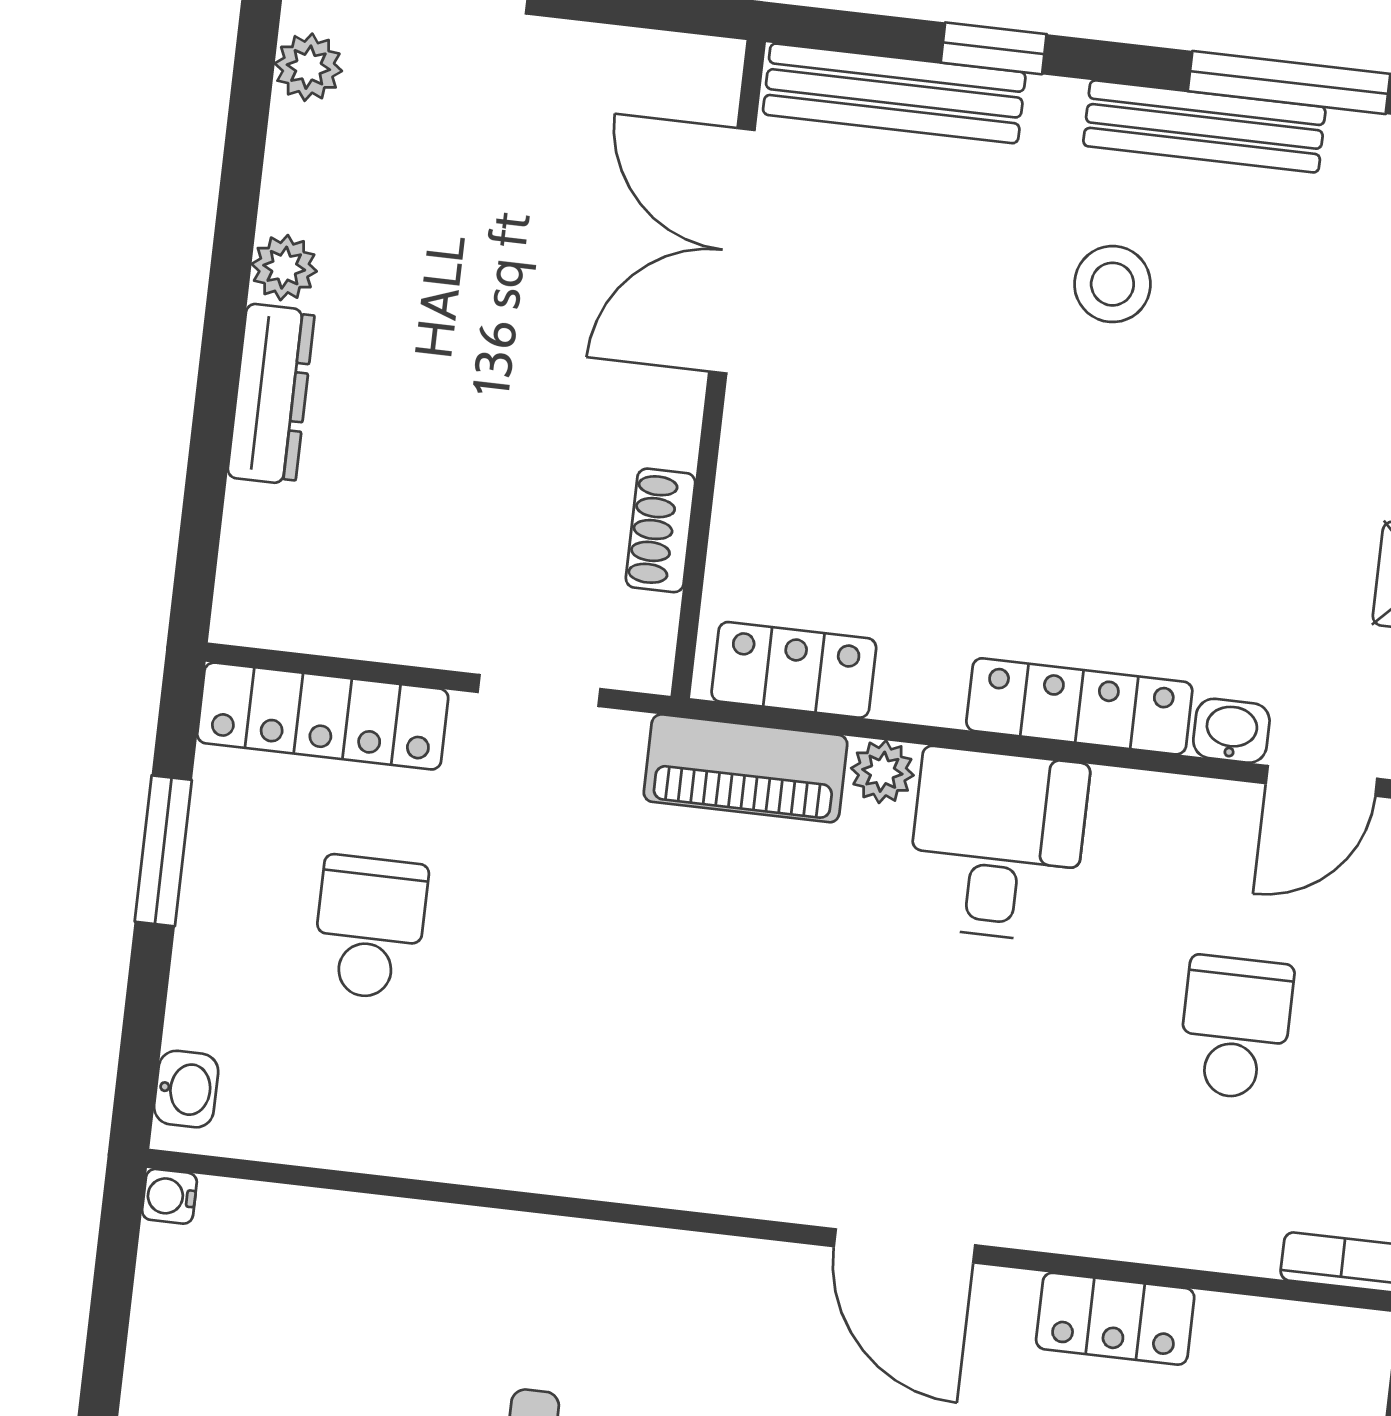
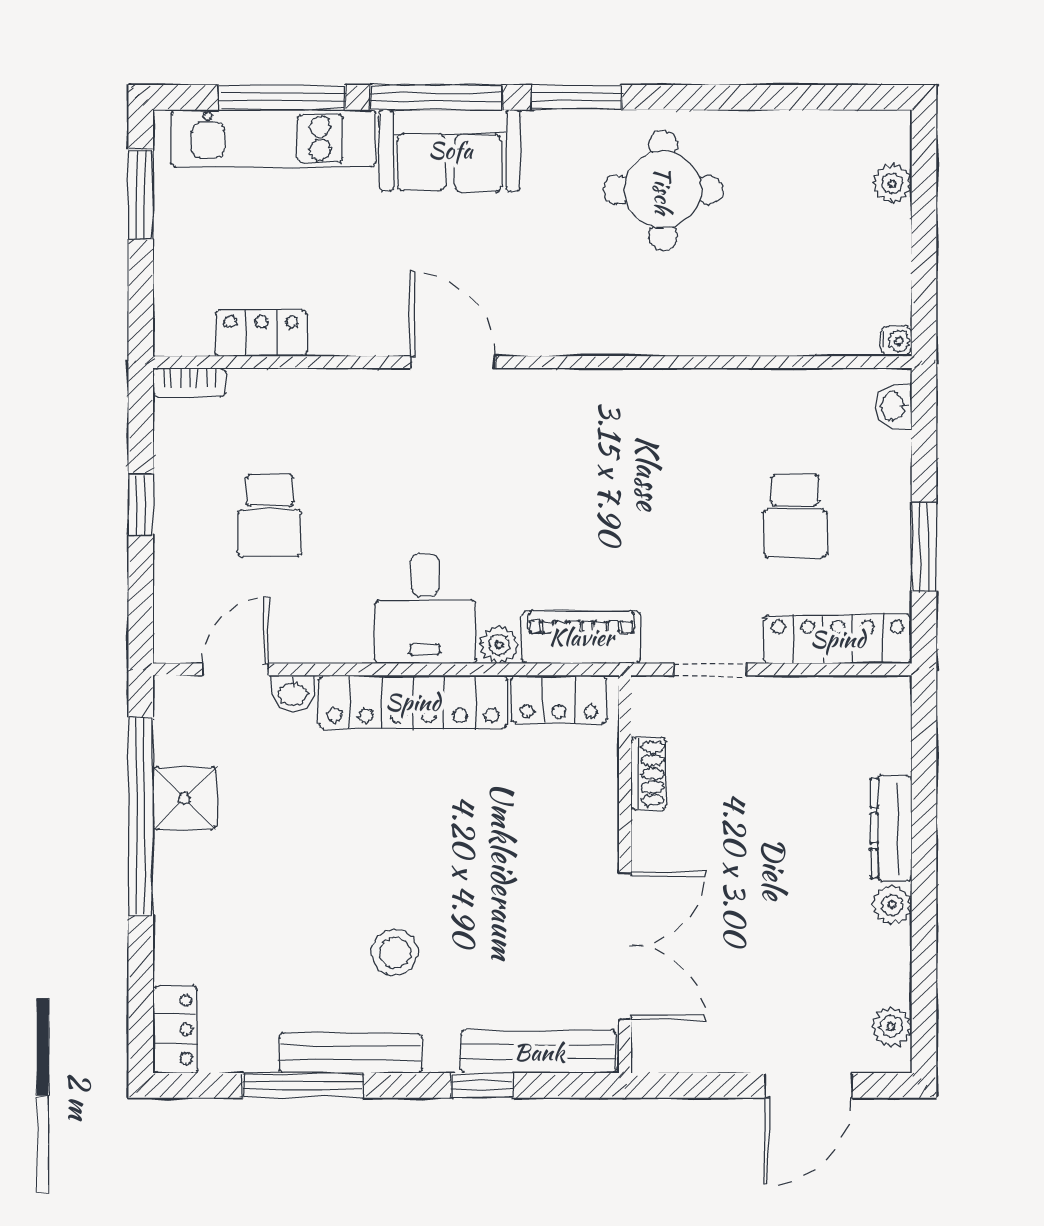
locker: (1079, 706) -> (413, 702), width x1.41, depth x1.21
locker: (1115, 1319) -> (261, 333), moved

